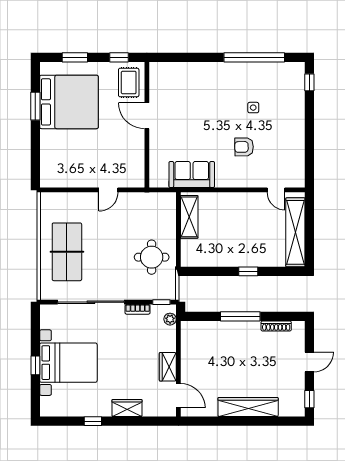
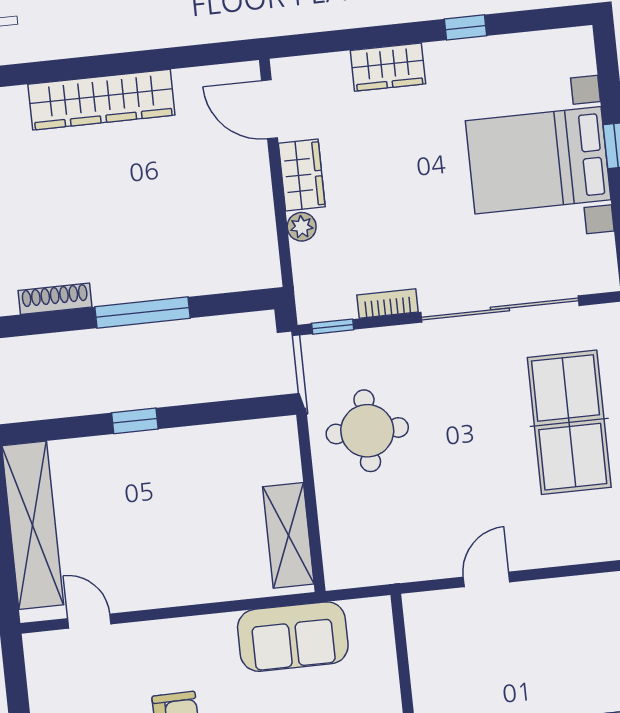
plant: (170, 319) -> (302, 227), moved

